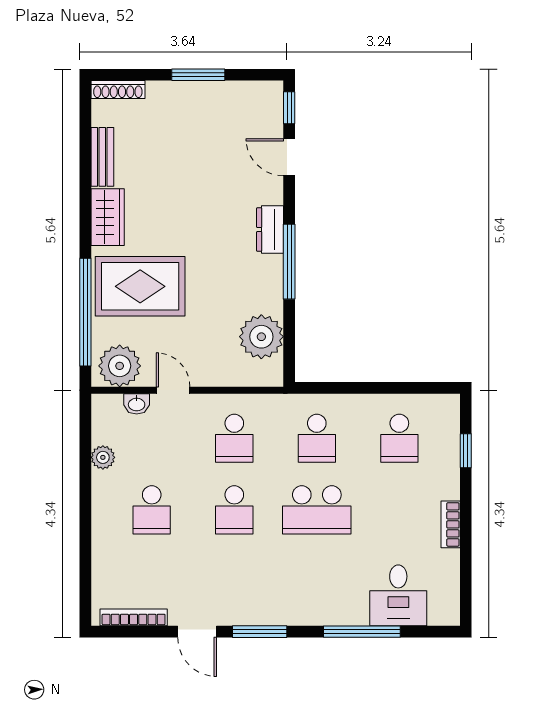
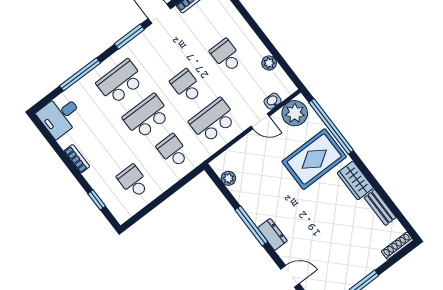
plant: (261, 337) -> (228, 178), width x0.53, depth x0.53
school desk: (234, 438) -> (213, 121), width x1.85
school desk: (317, 581) -> (120, 82), added
desk: (398, 595) -> (60, 116), moved, turned -90

